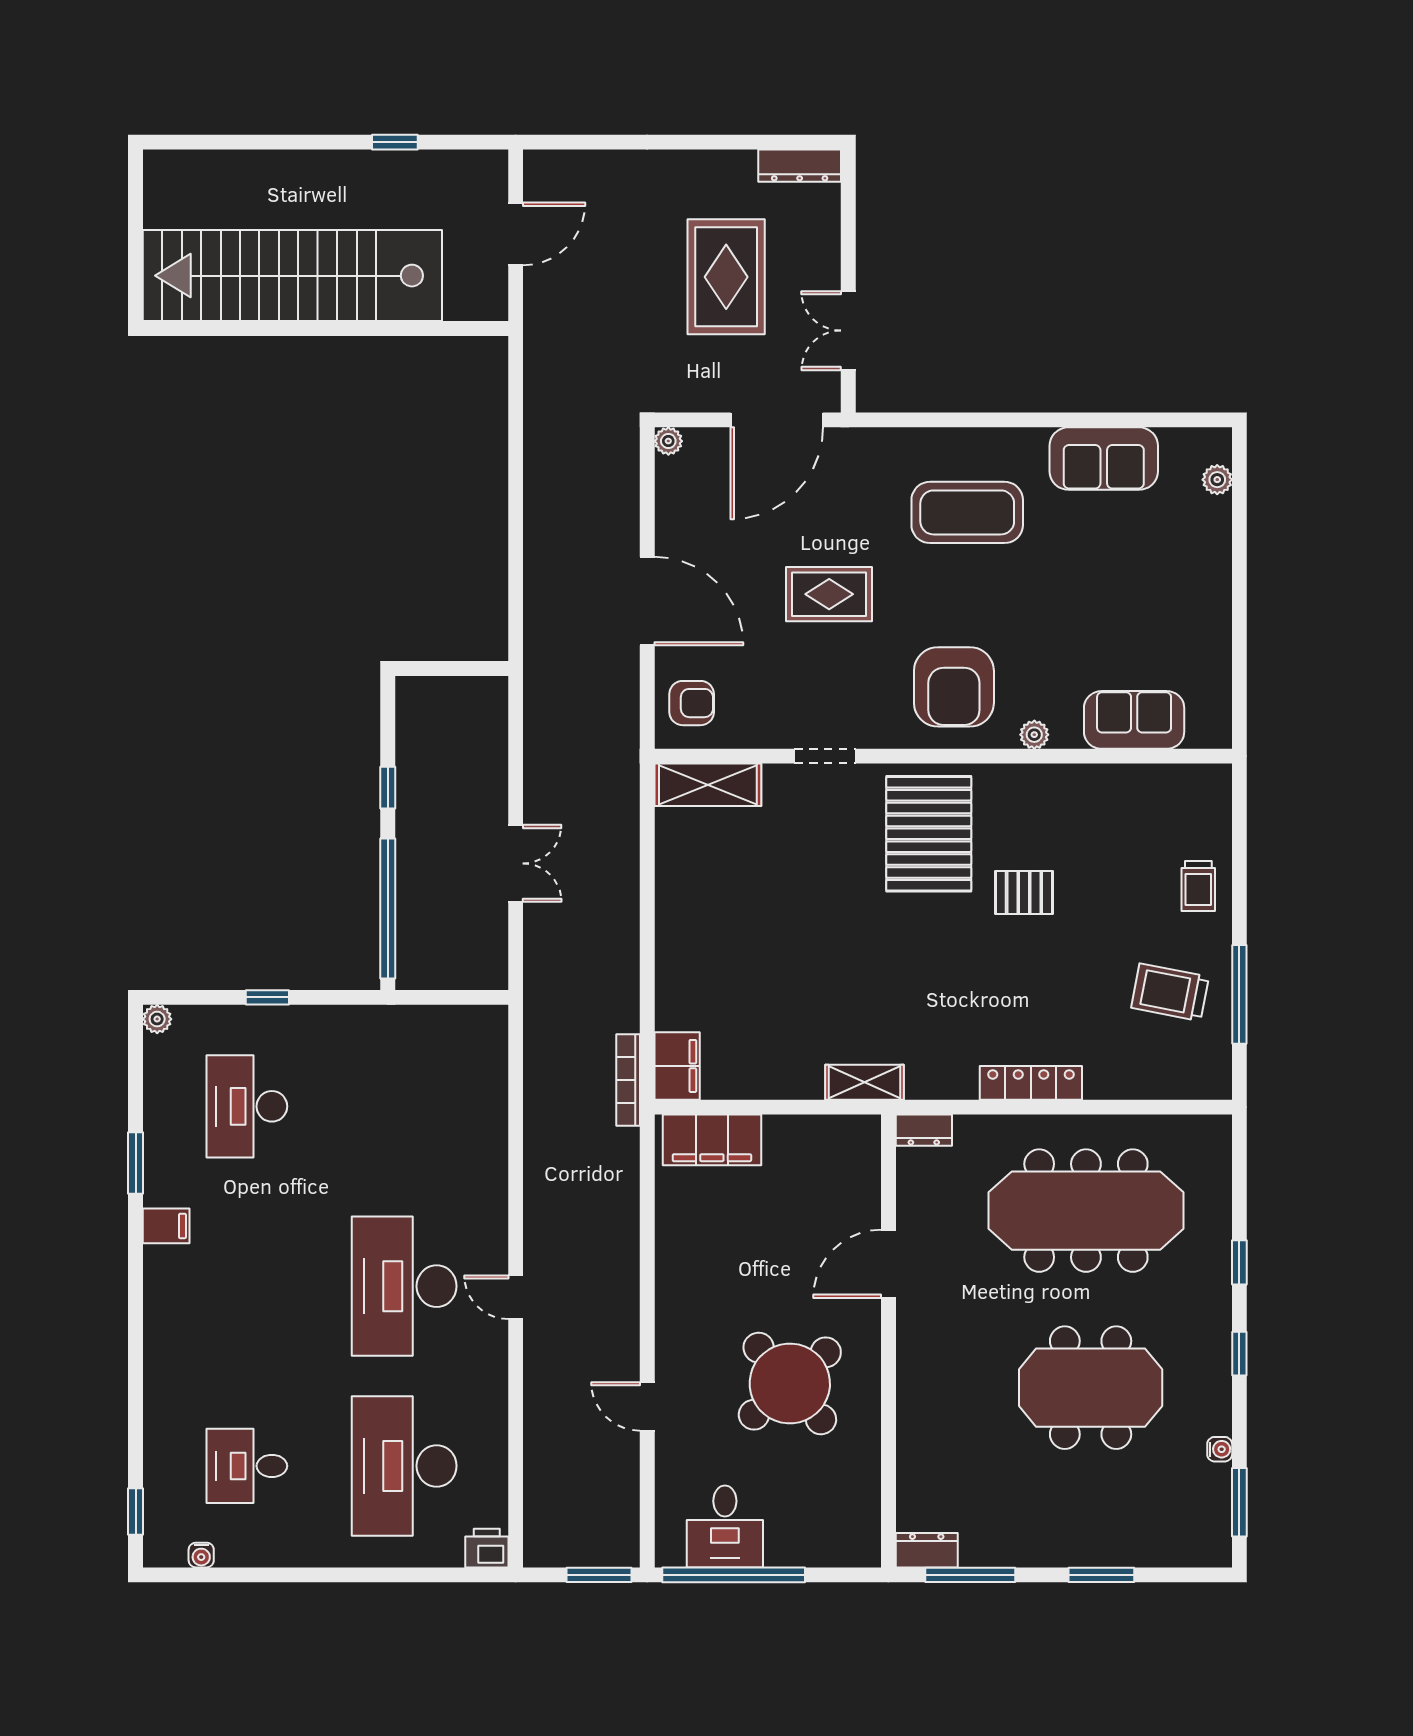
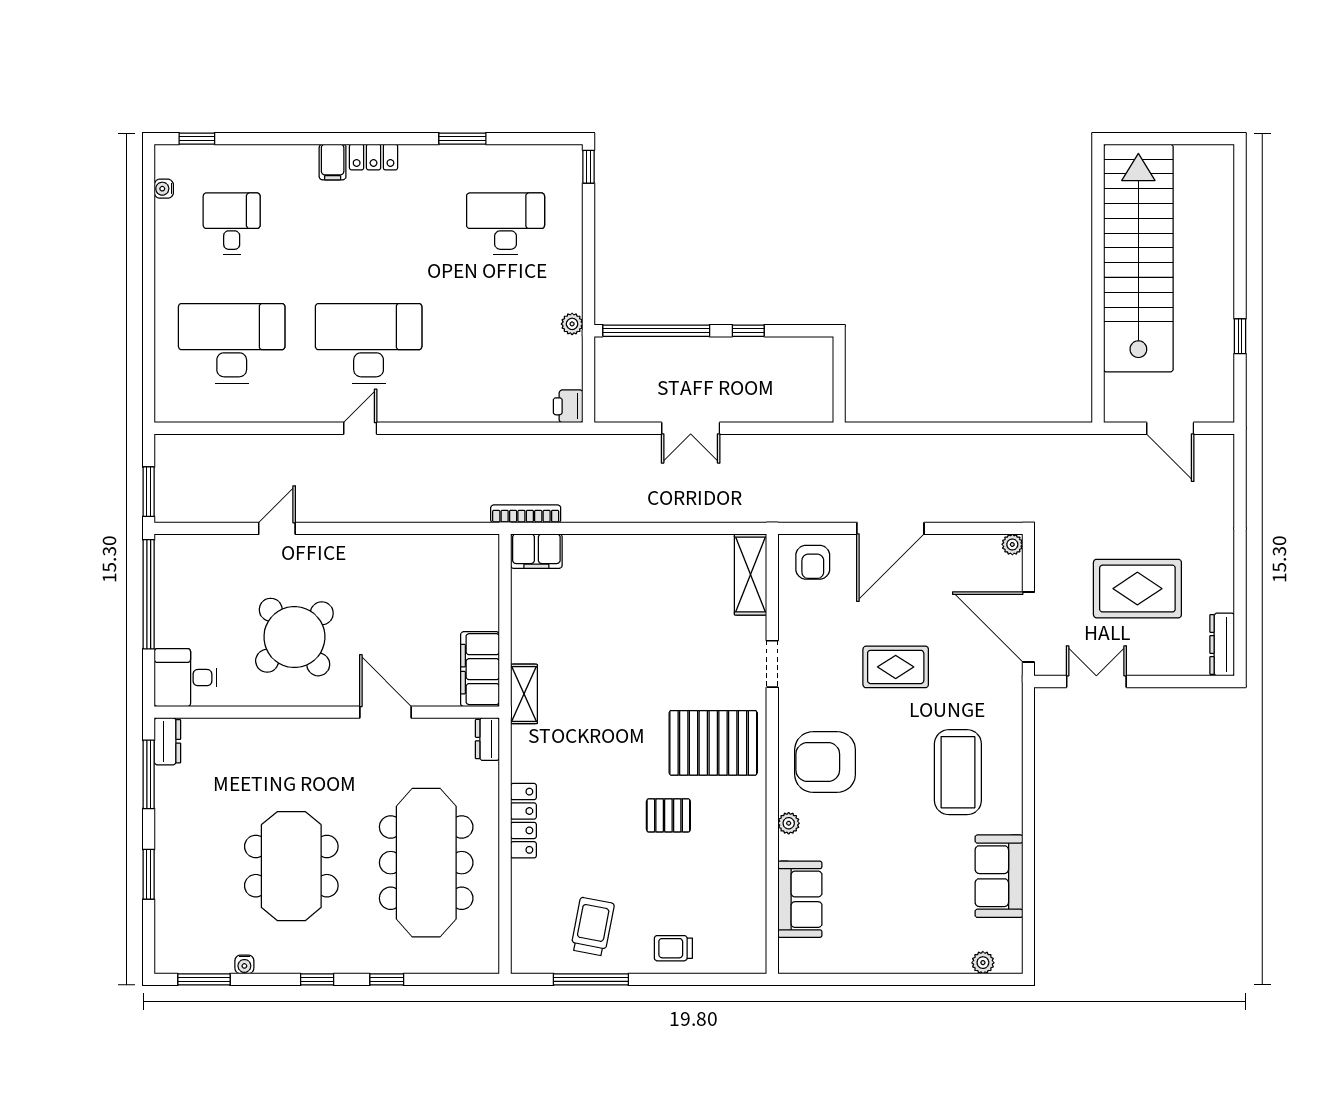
rug: (829, 594) -> (896, 667), turned 90
pallet: (1024, 893) -> (668, 815), turned 90
window: (267, 997) -> (589, 167), moved
plant: (157, 1019) -> (572, 324), moved
filing cabinet: (712, 1140) -> (480, 669), moved
filing cabinet: (166, 1226) -> (333, 162), moved
locker: (160, 1280) -> (374, 157), added
desk: (725, 1527) -> (186, 678), moved
printer: (487, 1548) -> (568, 406), moved, turned 180

